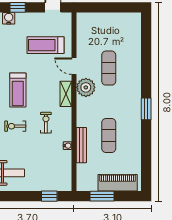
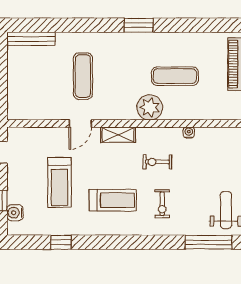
treadmill: (45, 45) -> (59, 182), moved
exercise mat: (109, 68) -> (83, 76), turned 90
plant: (86, 87) -> (150, 107), moved
bench: (81, 145) -> (31, 39), moved

